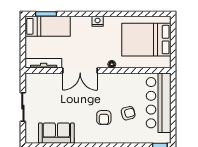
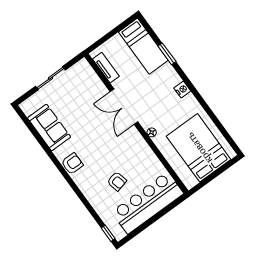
window: (46, 14) -> (167, 54), moved
tv unit: (44, 63) -> (106, 68), width x0.71
armchair: (104, 118) -> (72, 164), moved, turned 180

